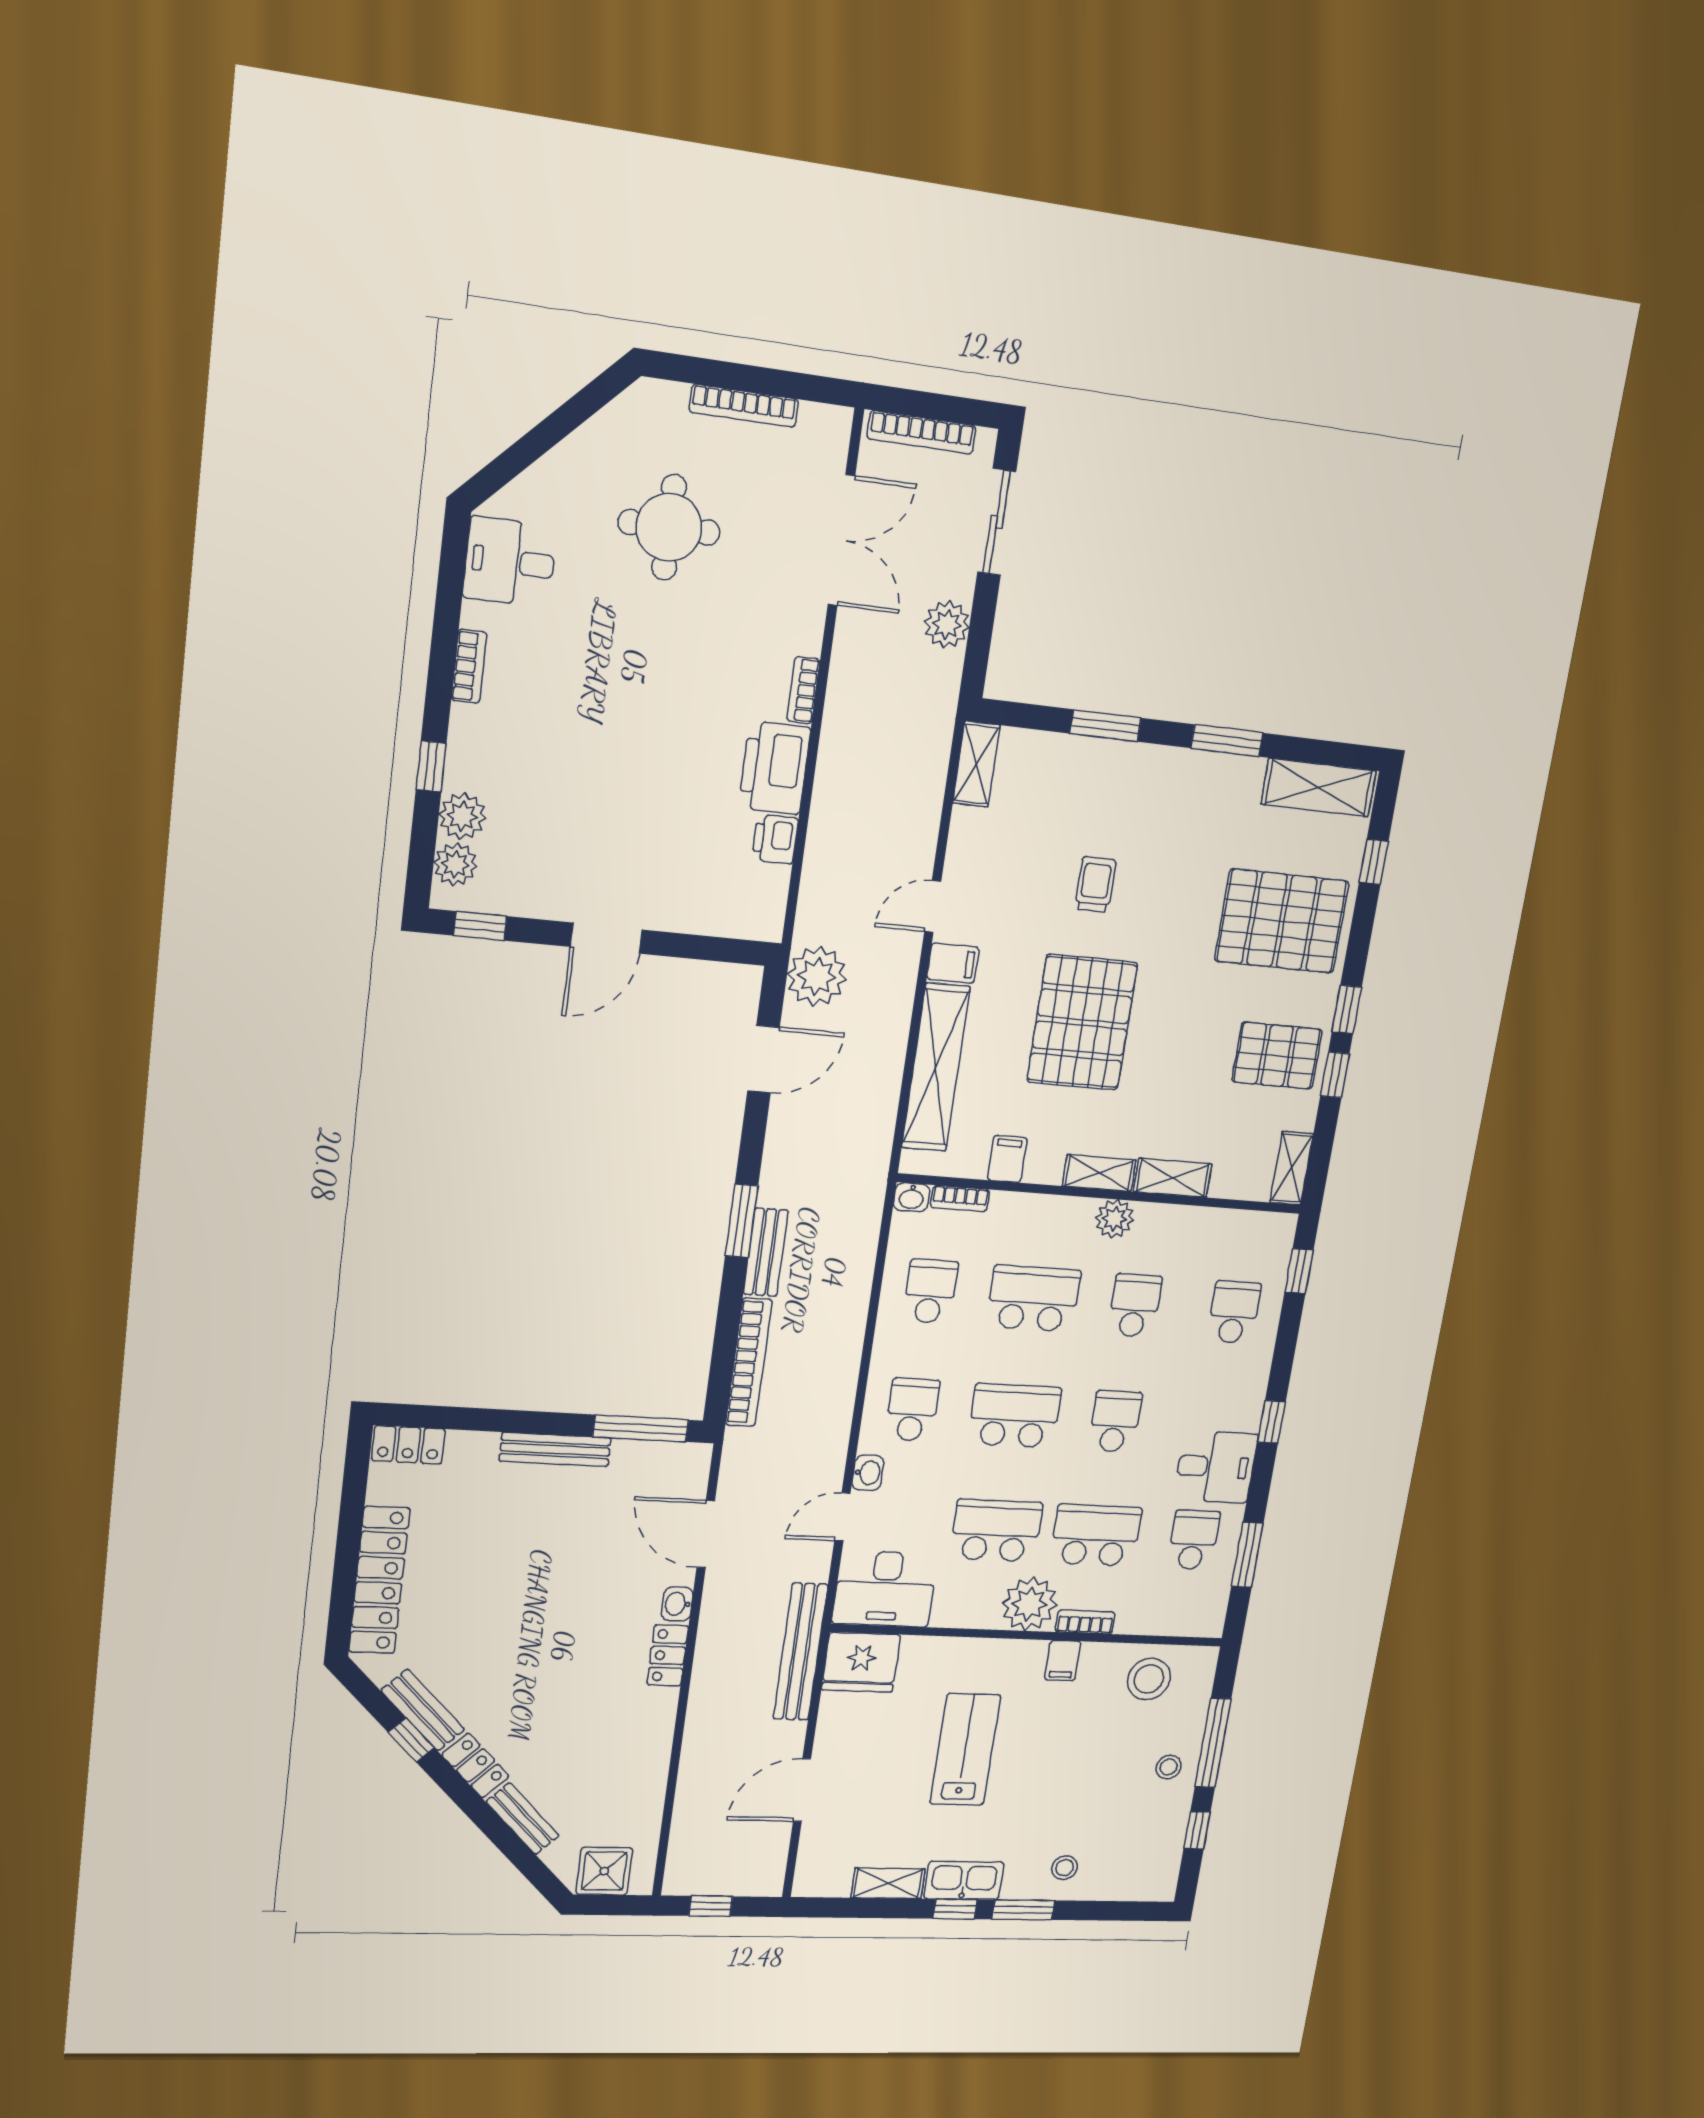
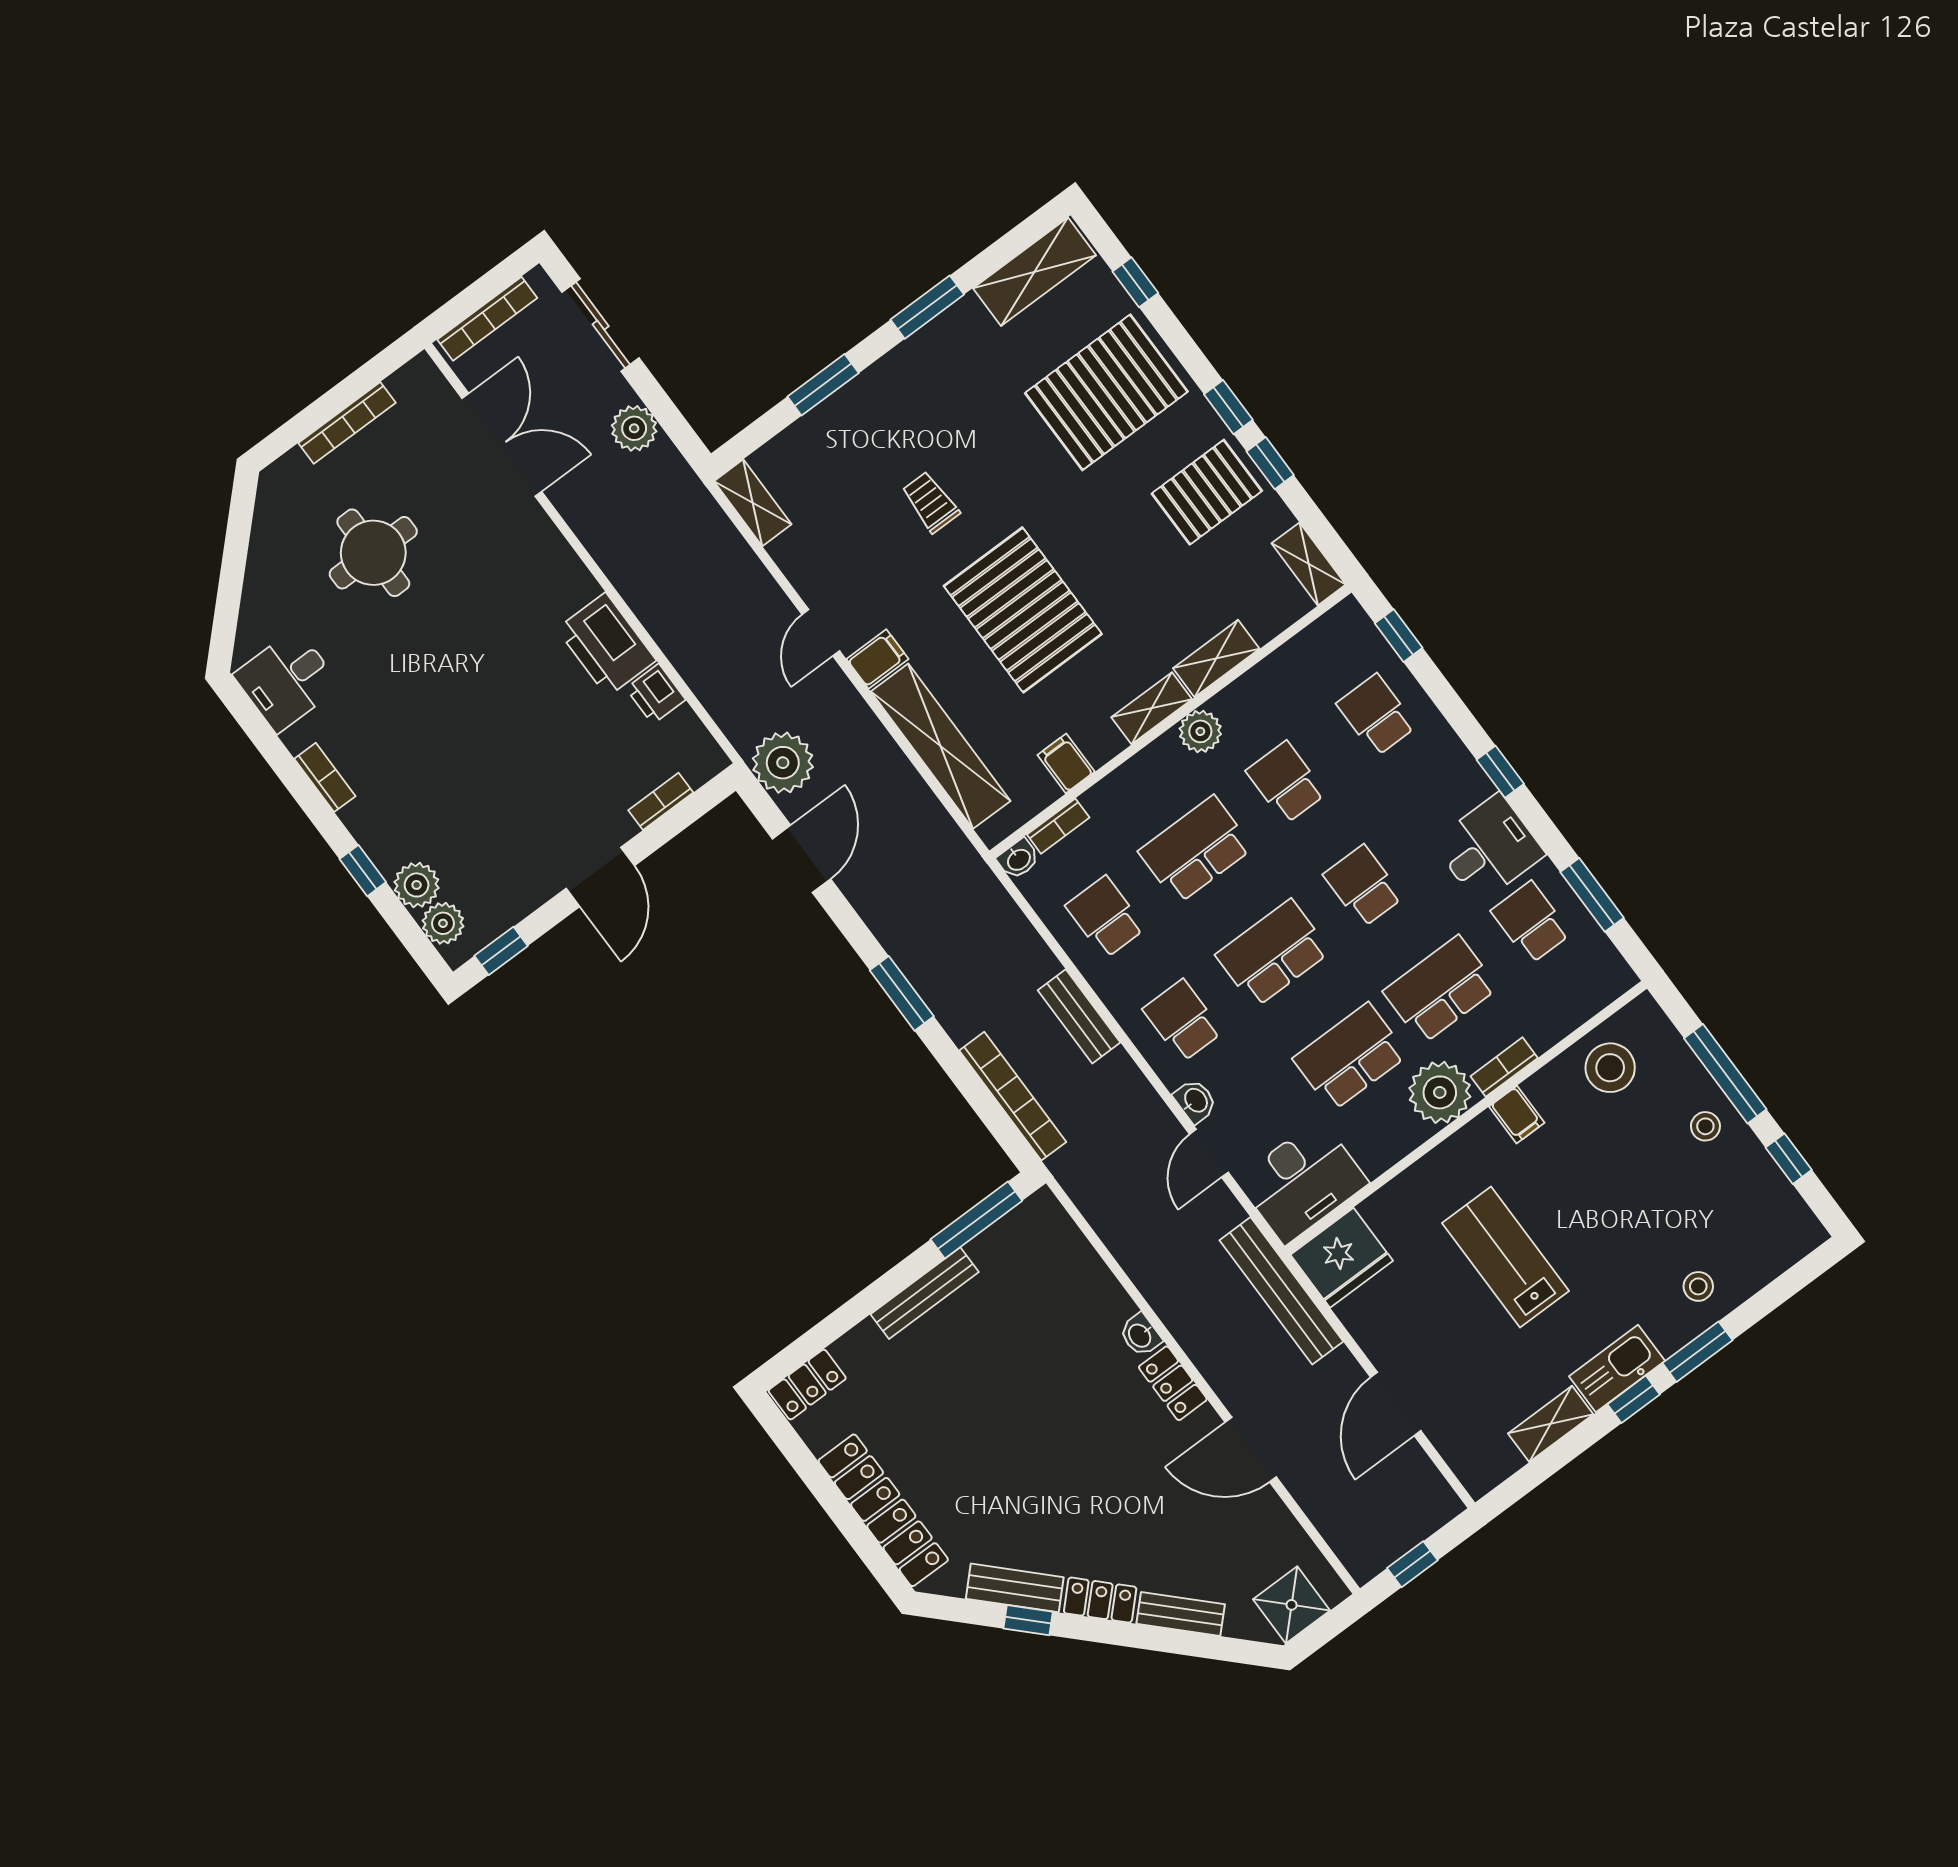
bookcase: (803, 690) -> (661, 801), moved, turned 90
bench: (766, 1252) -> (1079, 1016), moved
door: (706, 1534) -> (1251, 1450), moved

